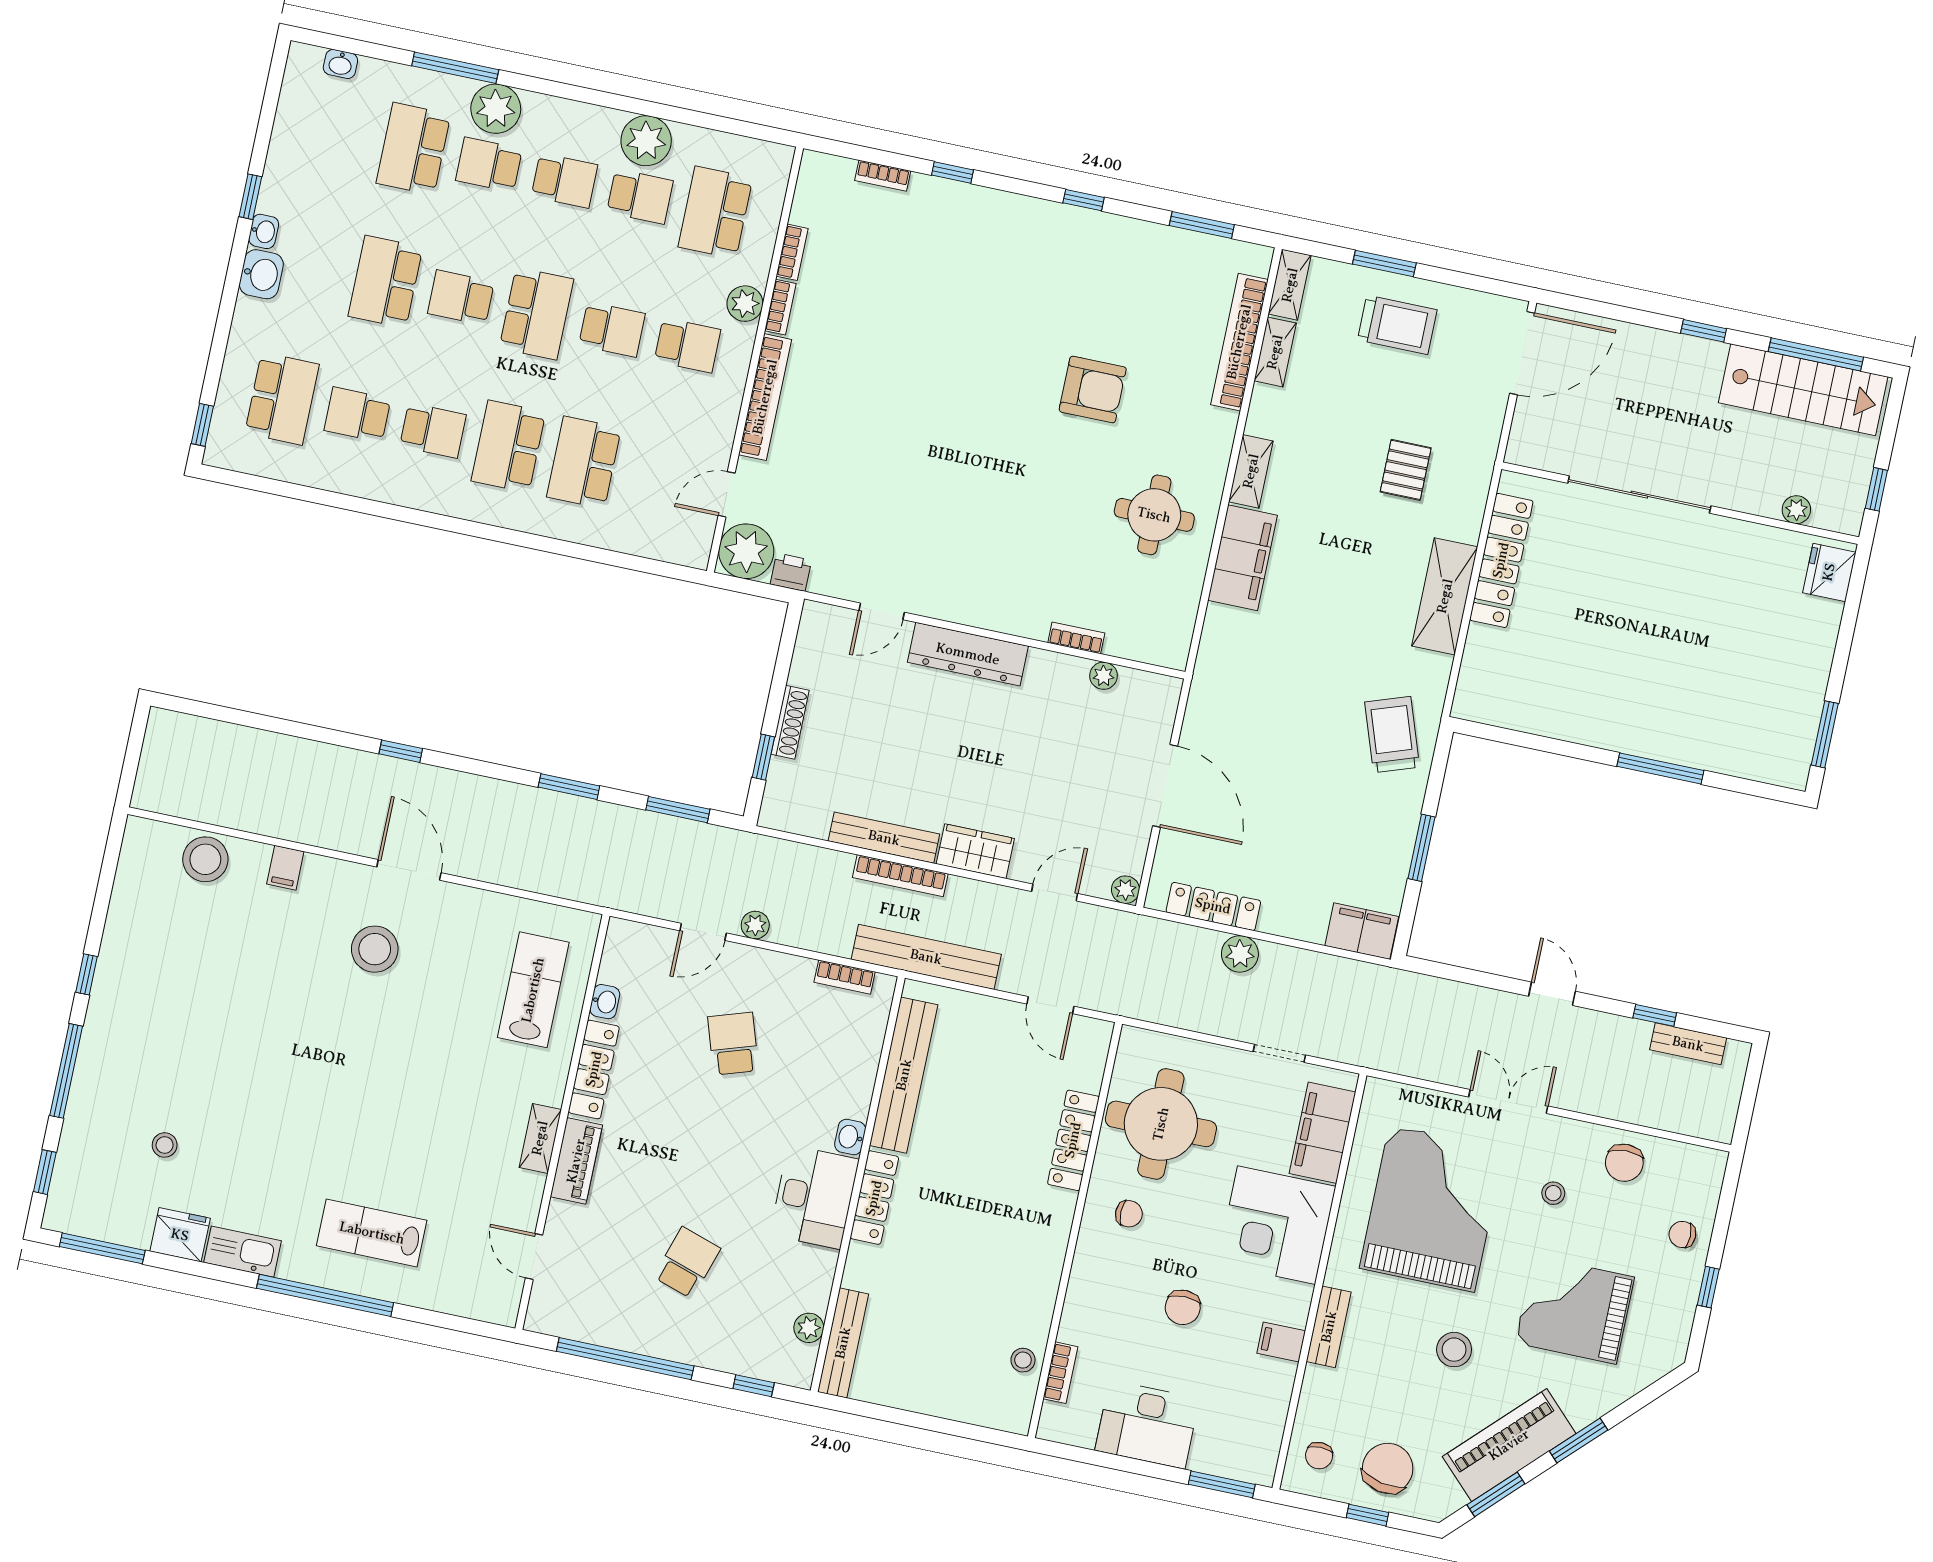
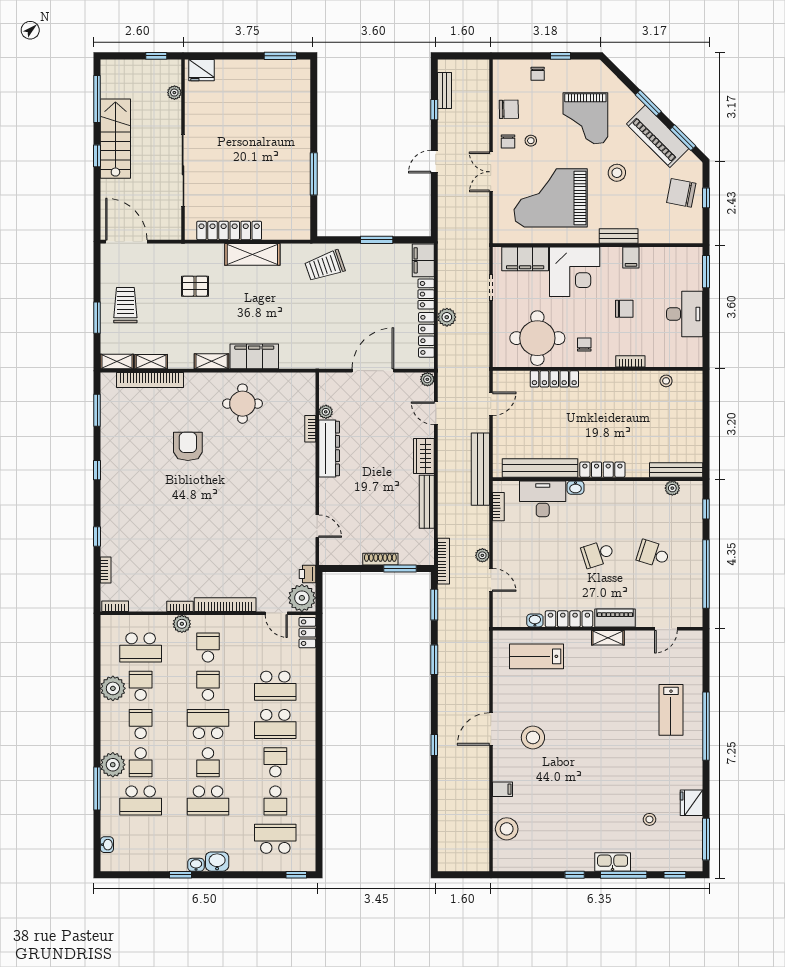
bookcase: (792, 252) -> (115, 606), moved
stairs: (1803, 390) -> (115, 139), moved
locker: (675, 548) -> (307, 633), added
dresser: (968, 654) -> (329, 449), moved
window: (763, 757) -> (400, 569), width x1.50
window: (1660, 768) -> (314, 174), moved
bookcase: (900, 876) -> (444, 561), moved
locker: (1294, 923) -> (426, 294), added
school desk: (733, 1044) -> (598, 554), moved
desk: (814, 1197) -> (543, 499), moved
kitchen sink: (243, 1252) -> (613, 862), moved, turned 90
bookcase: (1060, 1373) -> (630, 361), moved
chair: (1319, 1456) -> (508, 142), moved, turned 90

